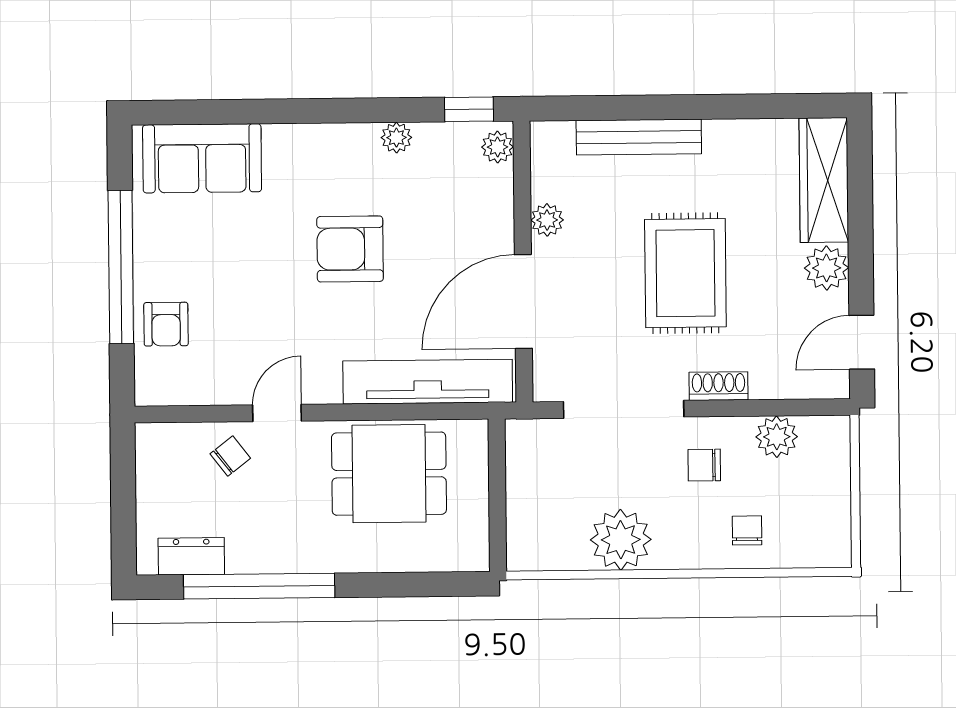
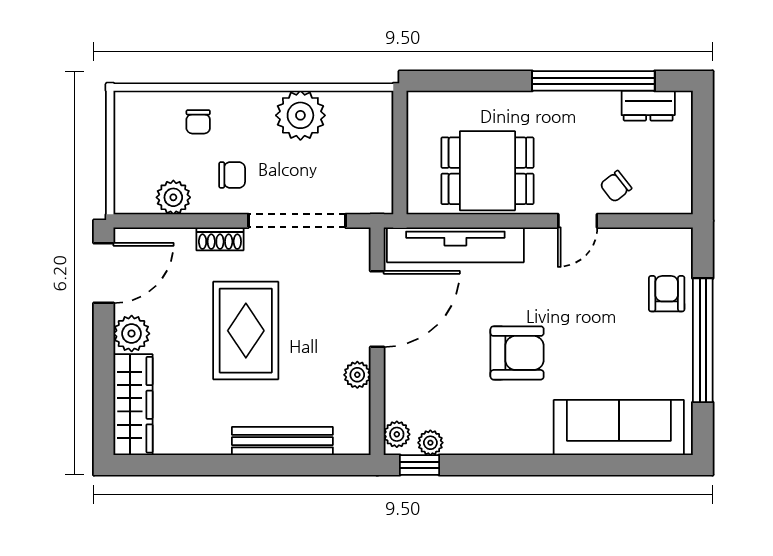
plant: (396, 138) -> (430, 443), moved
sofa: (202, 158) -> (619, 428), width x1.36
door: (862, 342) -> (104, 273), width x1.38

